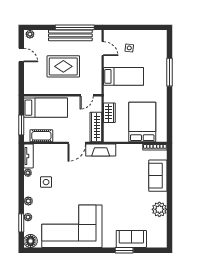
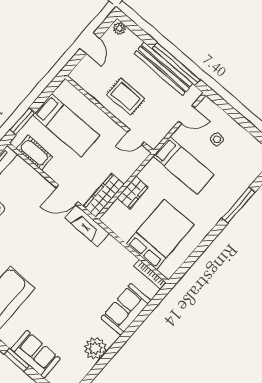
door: (103, 49) -> (187, 115), hinge flipped
rug: (63, 66) -> (126, 97), width x0.73, depth x0.70
wall: (63, 95) -> (109, 114), moved
door: (87, 95) -> (136, 137), moved

